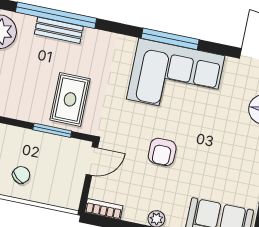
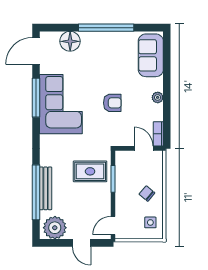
bench: (59, 30) -> (46, 188), width x1.36
window: (170, 39) -> (36, 98), moved
door: (92, 161) -> (144, 148), moved

